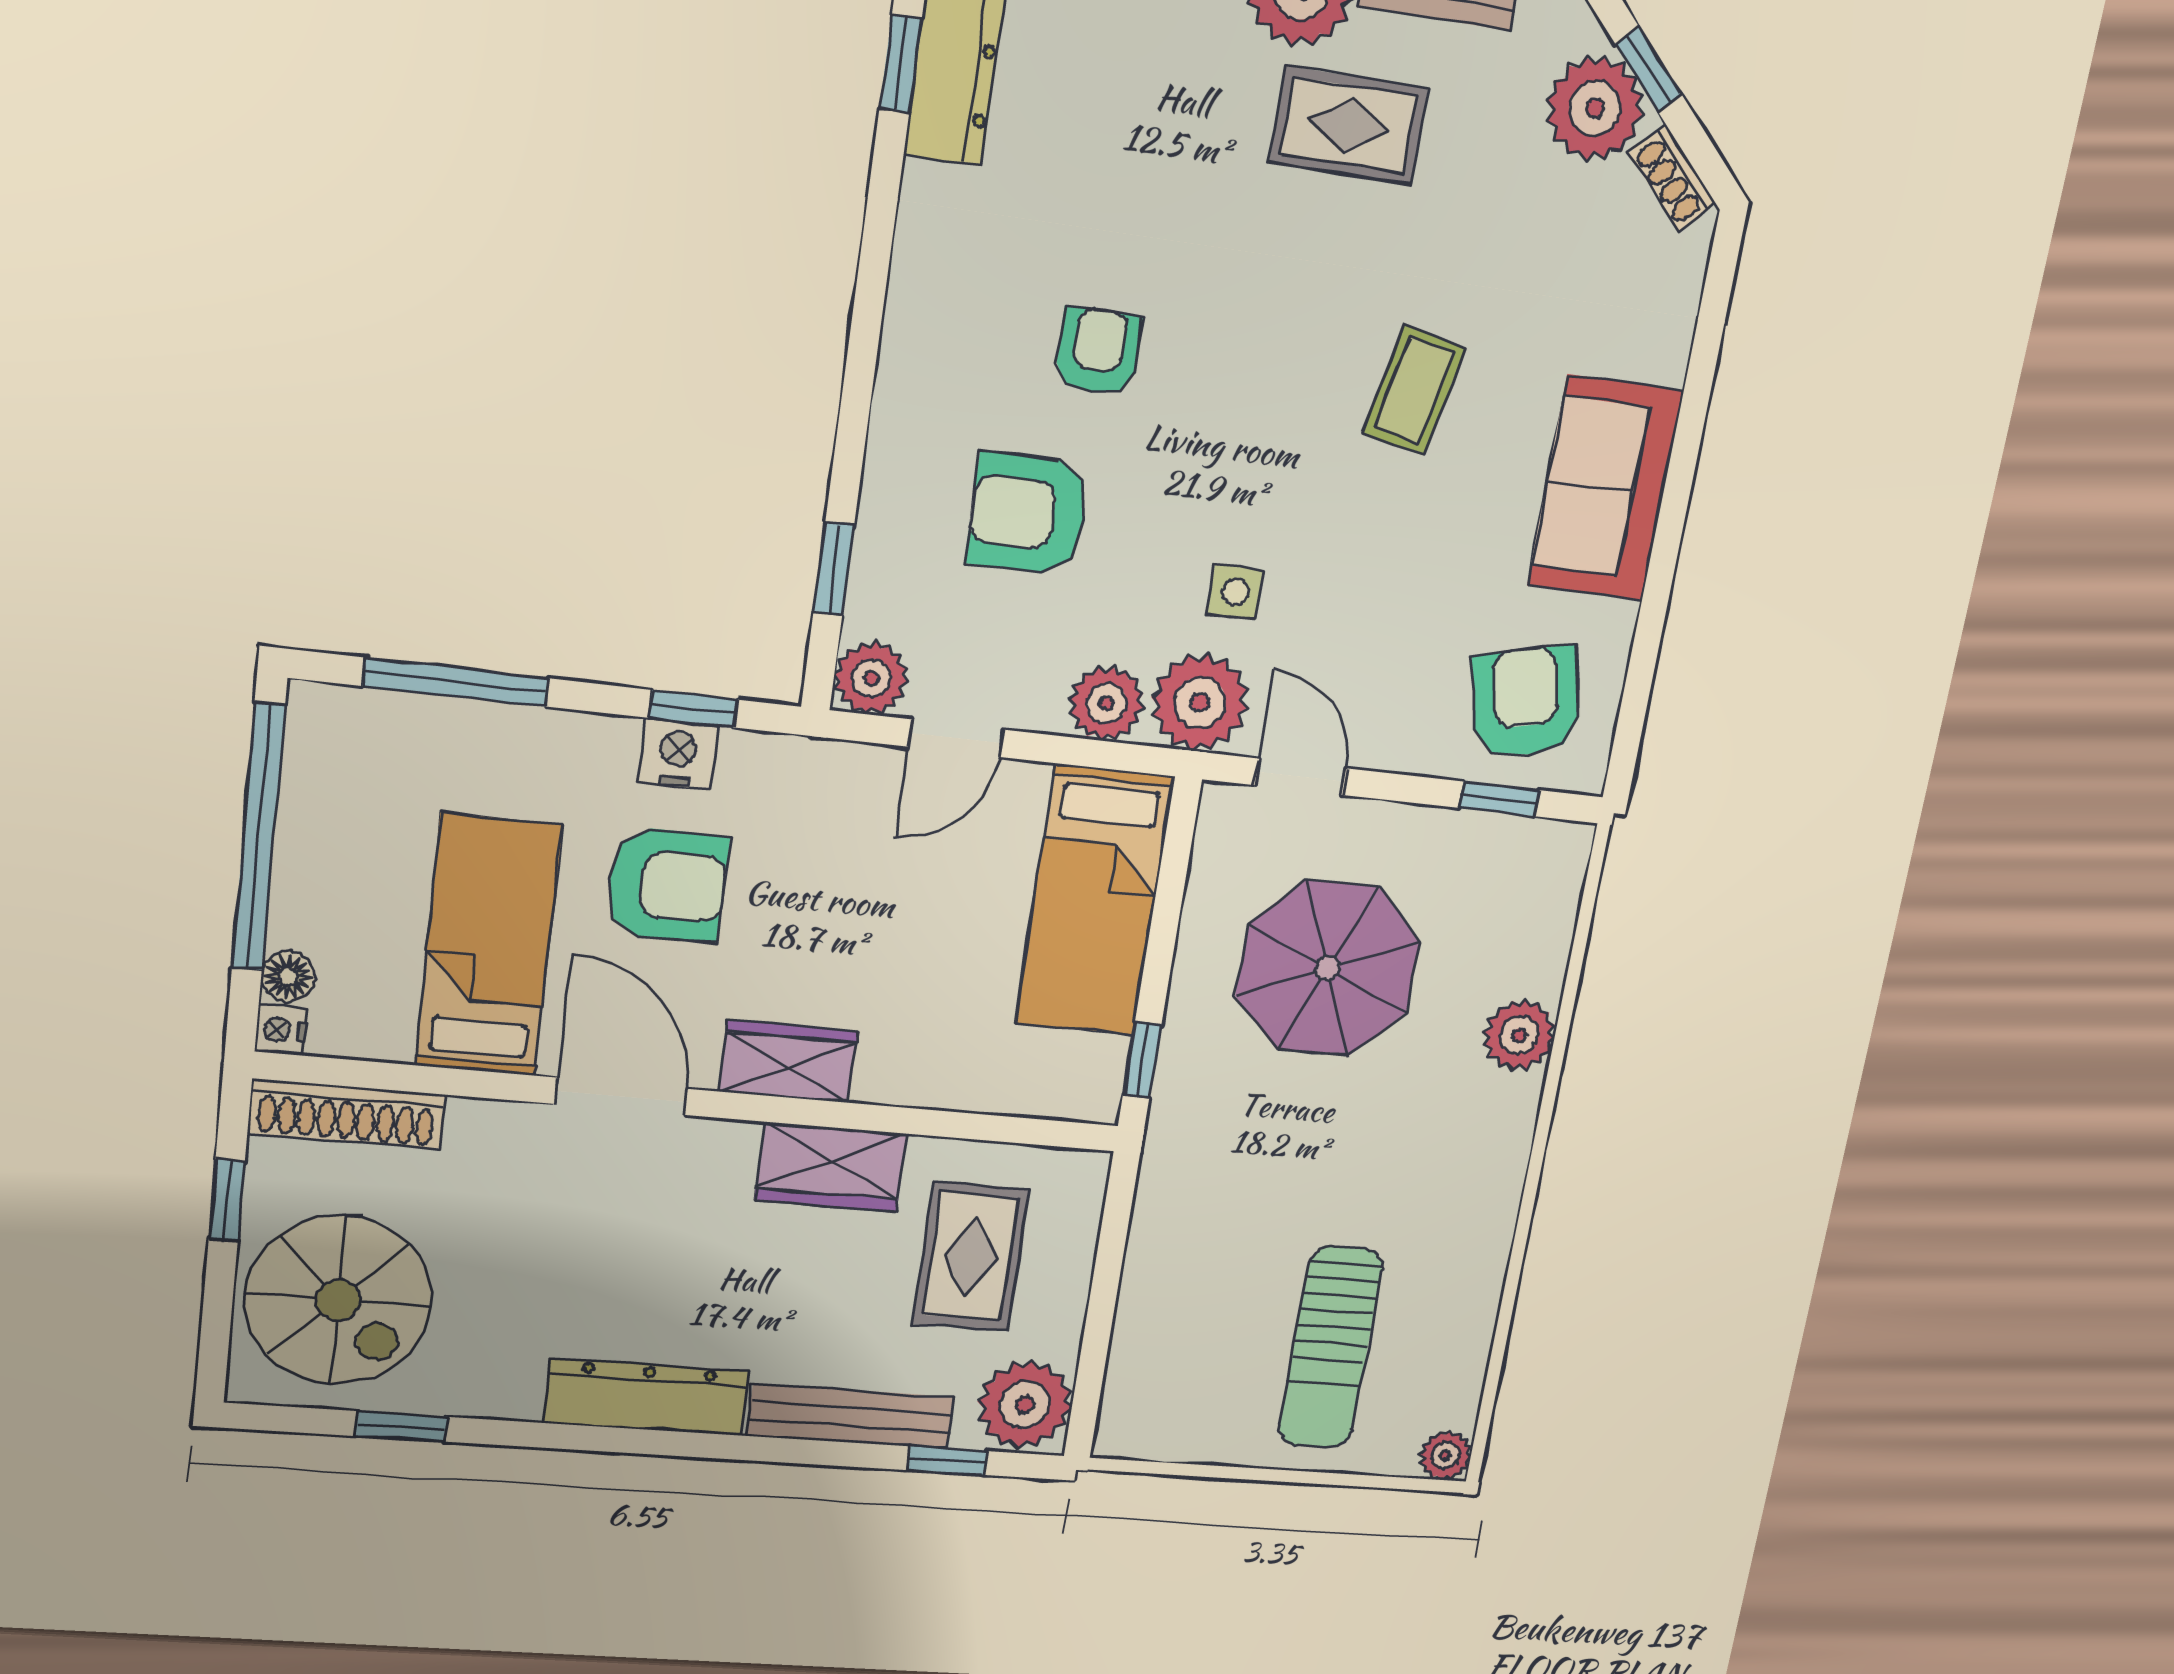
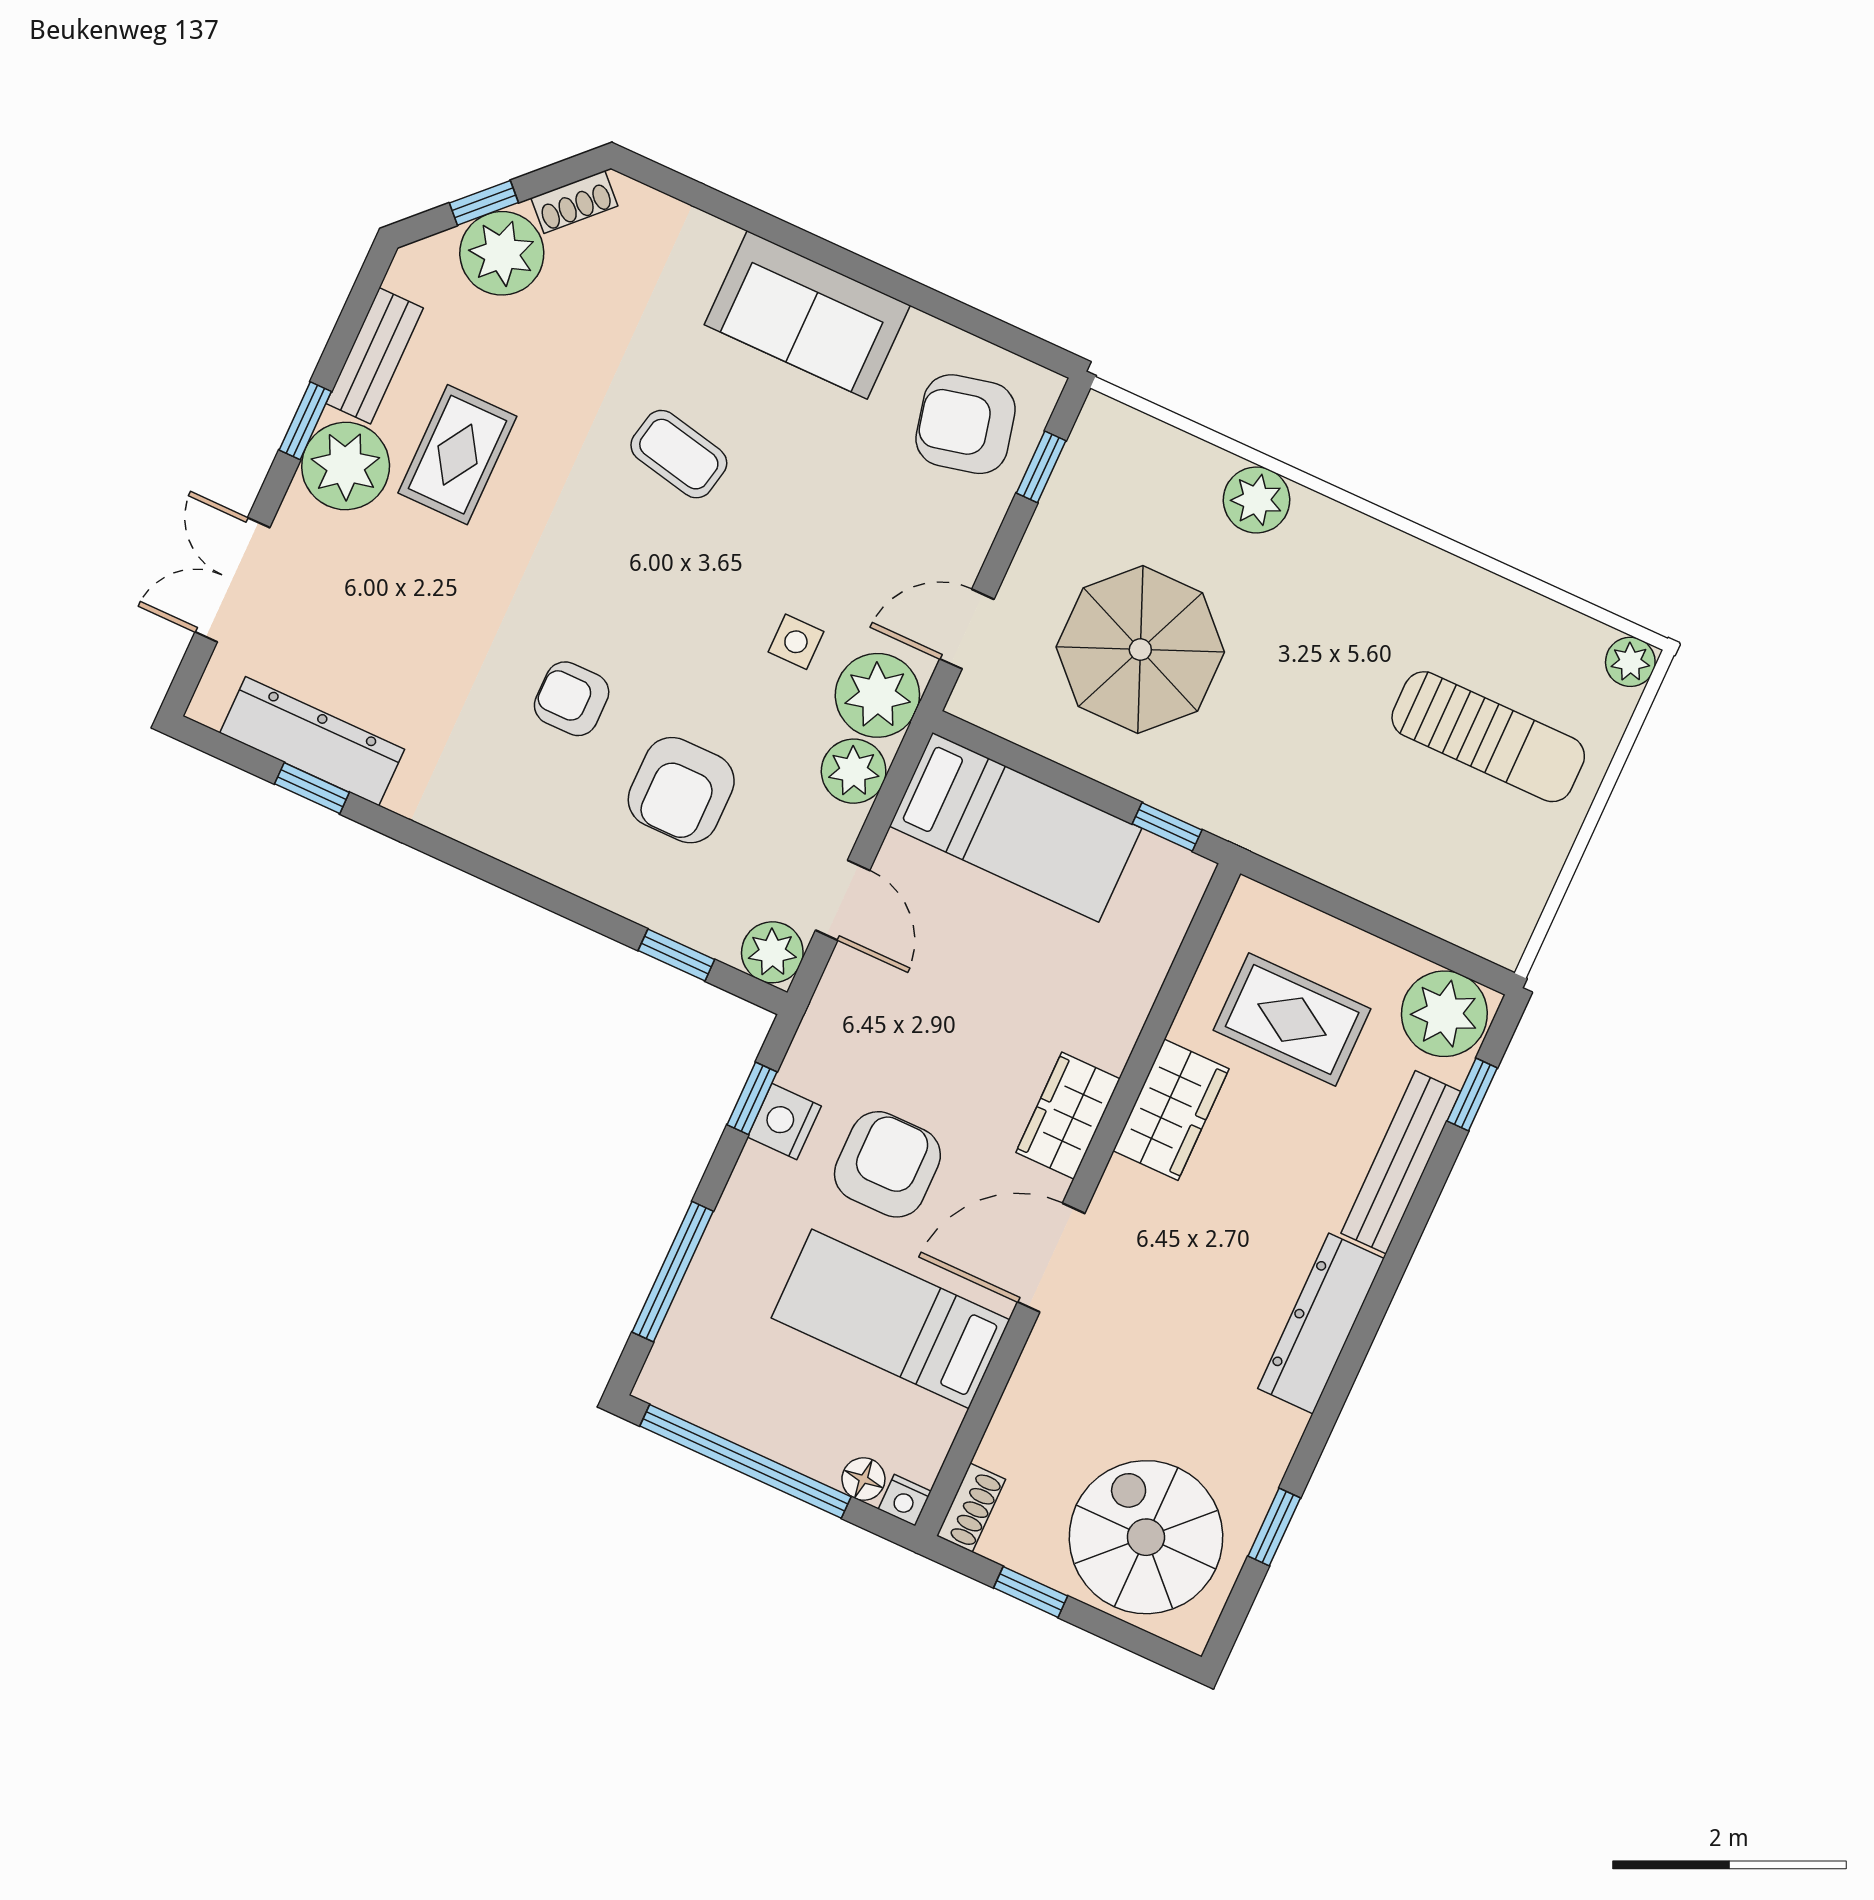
shoe rack: (347, 1114) -> (971, 1508), width x0.51, depth x0.81
spiral stairs: (338, 1300) -> (1146, 1537), turned -90

